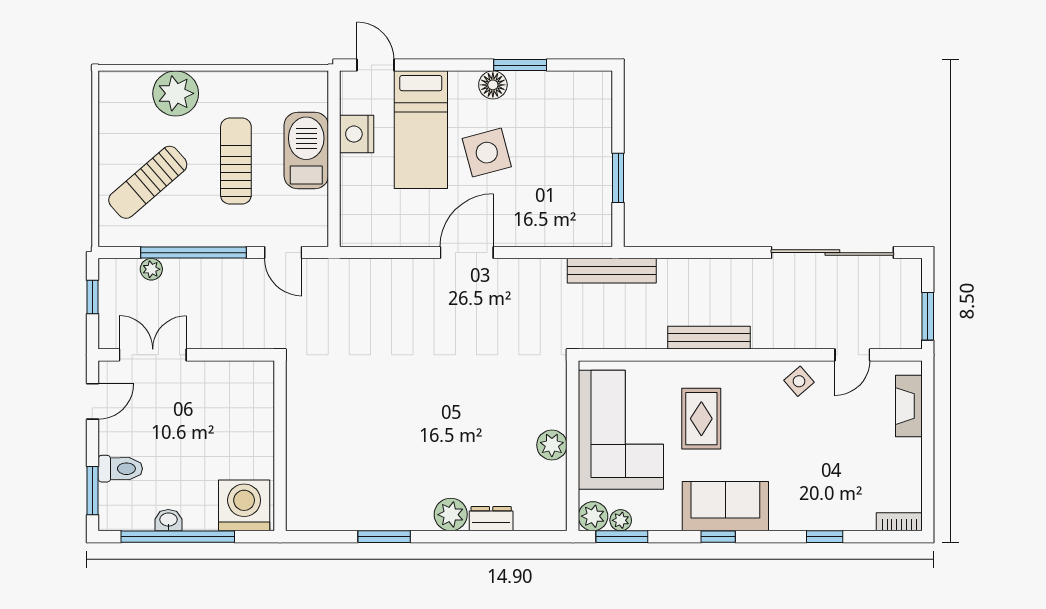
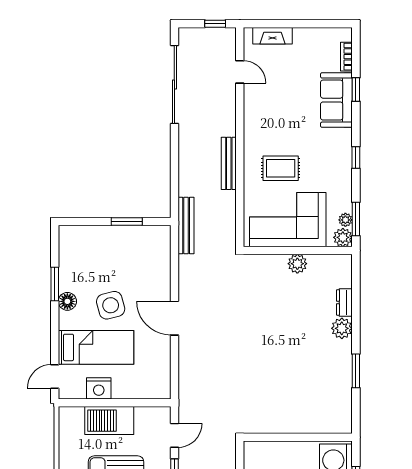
window: (928, 316) -> (215, 24), width x0.67
side table: (799, 381) -> (257, 106), removed
sofa: (725, 506) -> (336, 100), moved
bookcase: (899, 522) -> (346, 57), moved

